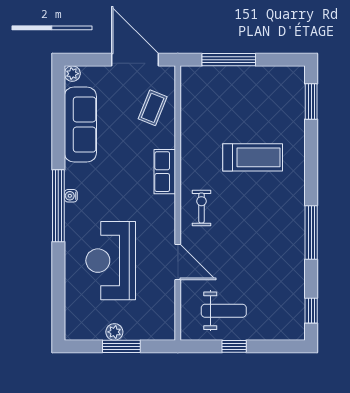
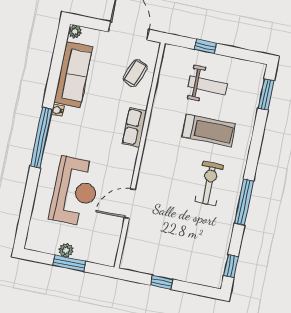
window: (229, 60) -> (206, 46), width x0.46
water cooler: (71, 196) -> (58, 110), moved
exercise bike: (201, 208) -> (209, 183), moved, width x1.38, depth x1.39
reception desk: (111, 261) -> (75, 191), turned 180
door: (178, 262) -> (130, 204), swing flipped
weight bench: (224, 311) -> (207, 85), moved

